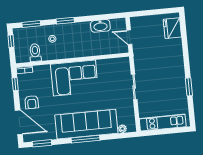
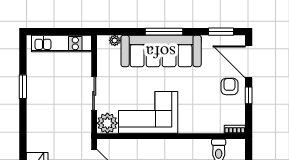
plant: (122, 65) -> (107, 123), added
corner sofa: (74, 78) -> (148, 112), moved
window: (15, 84) -> (249, 95), moved

